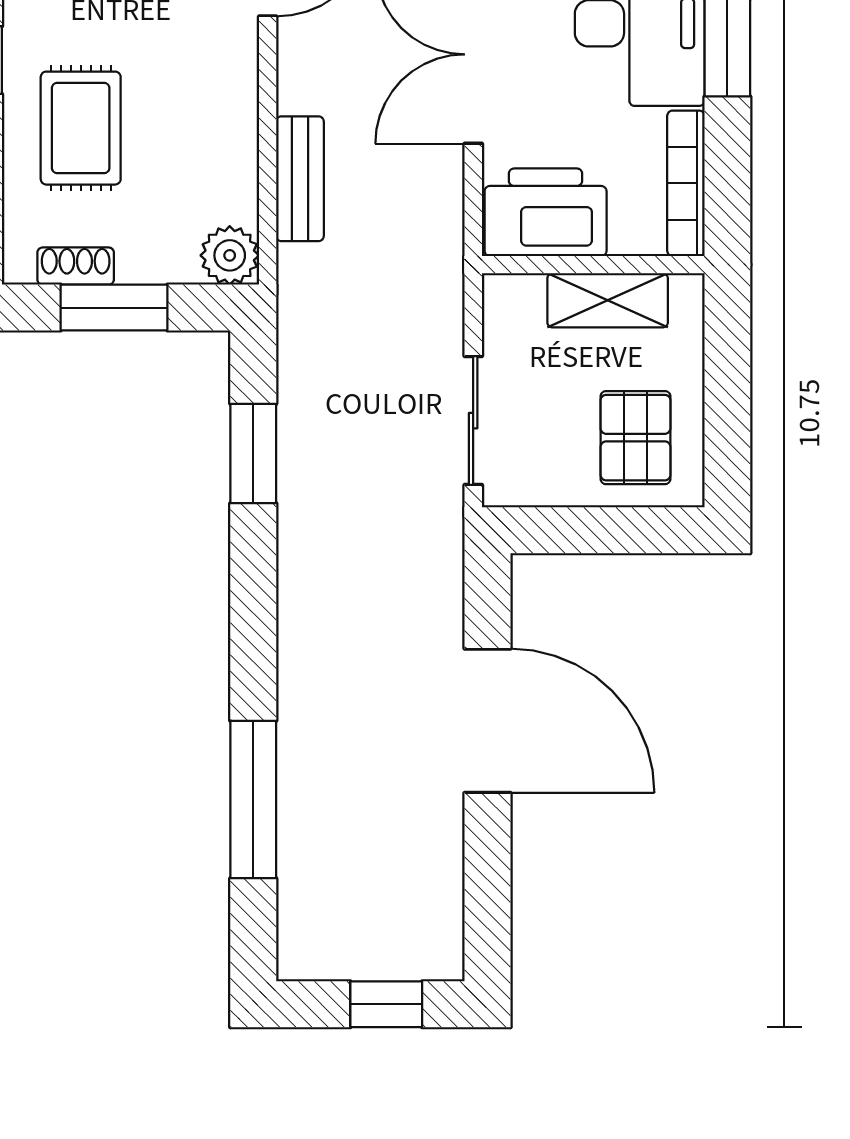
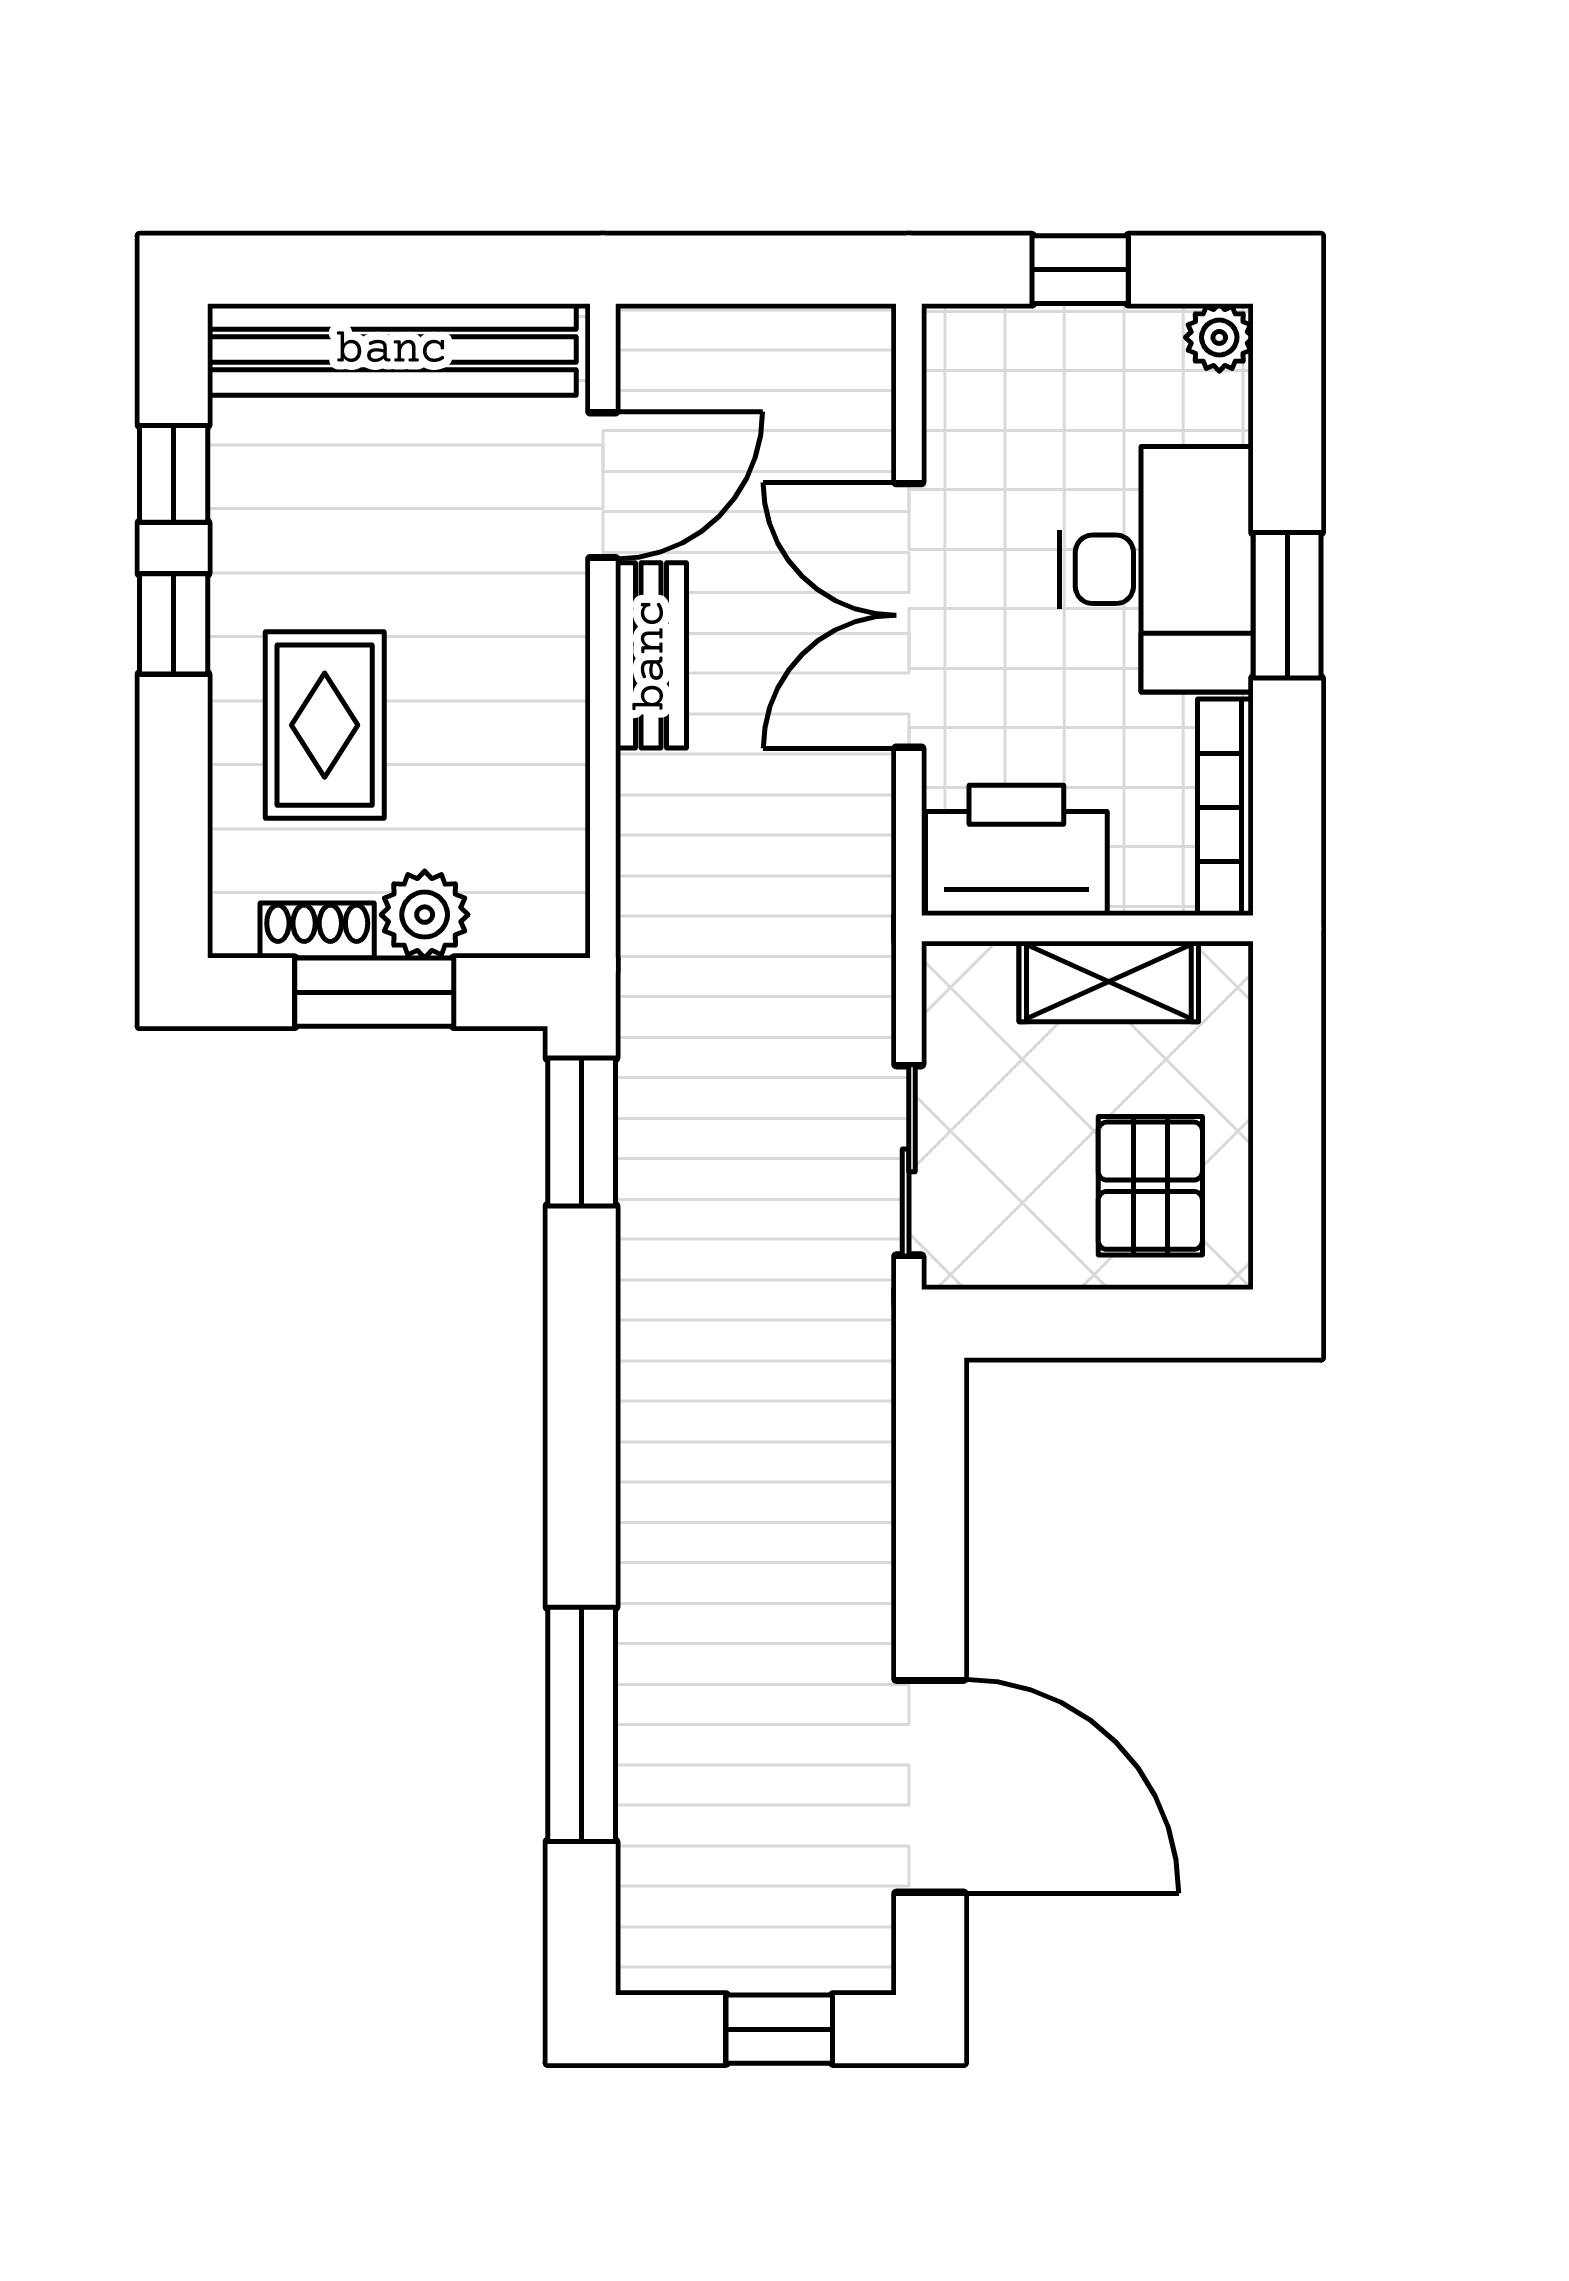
bench: (300, 179) -> (651, 655), moved
plant: (230, 255) -> (425, 915), moved
window: (253, 454) -> (582, 1132), moved
door: (487, 721) -> (930, 1786), moved

